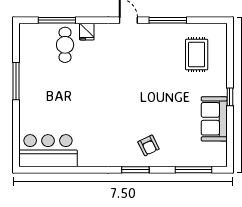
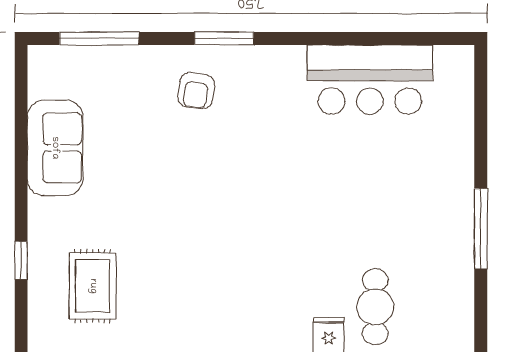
window: (230, 97) -> (21, 260), moved
armchair: (149, 145) -> (196, 91), turned -146
bar counter: (48, 151) -> (370, 80), moved

